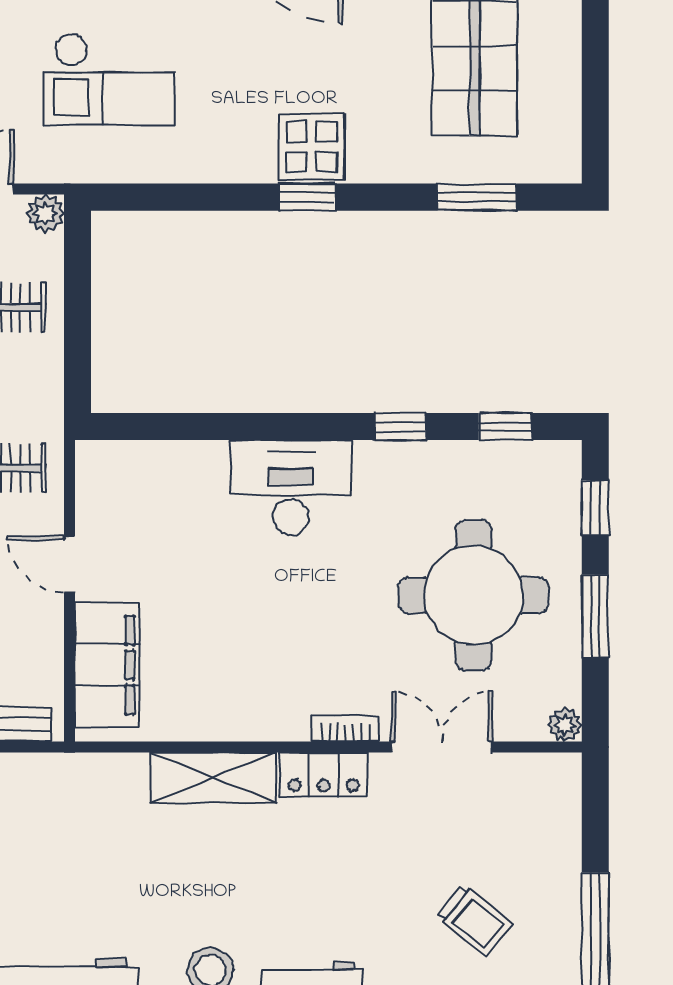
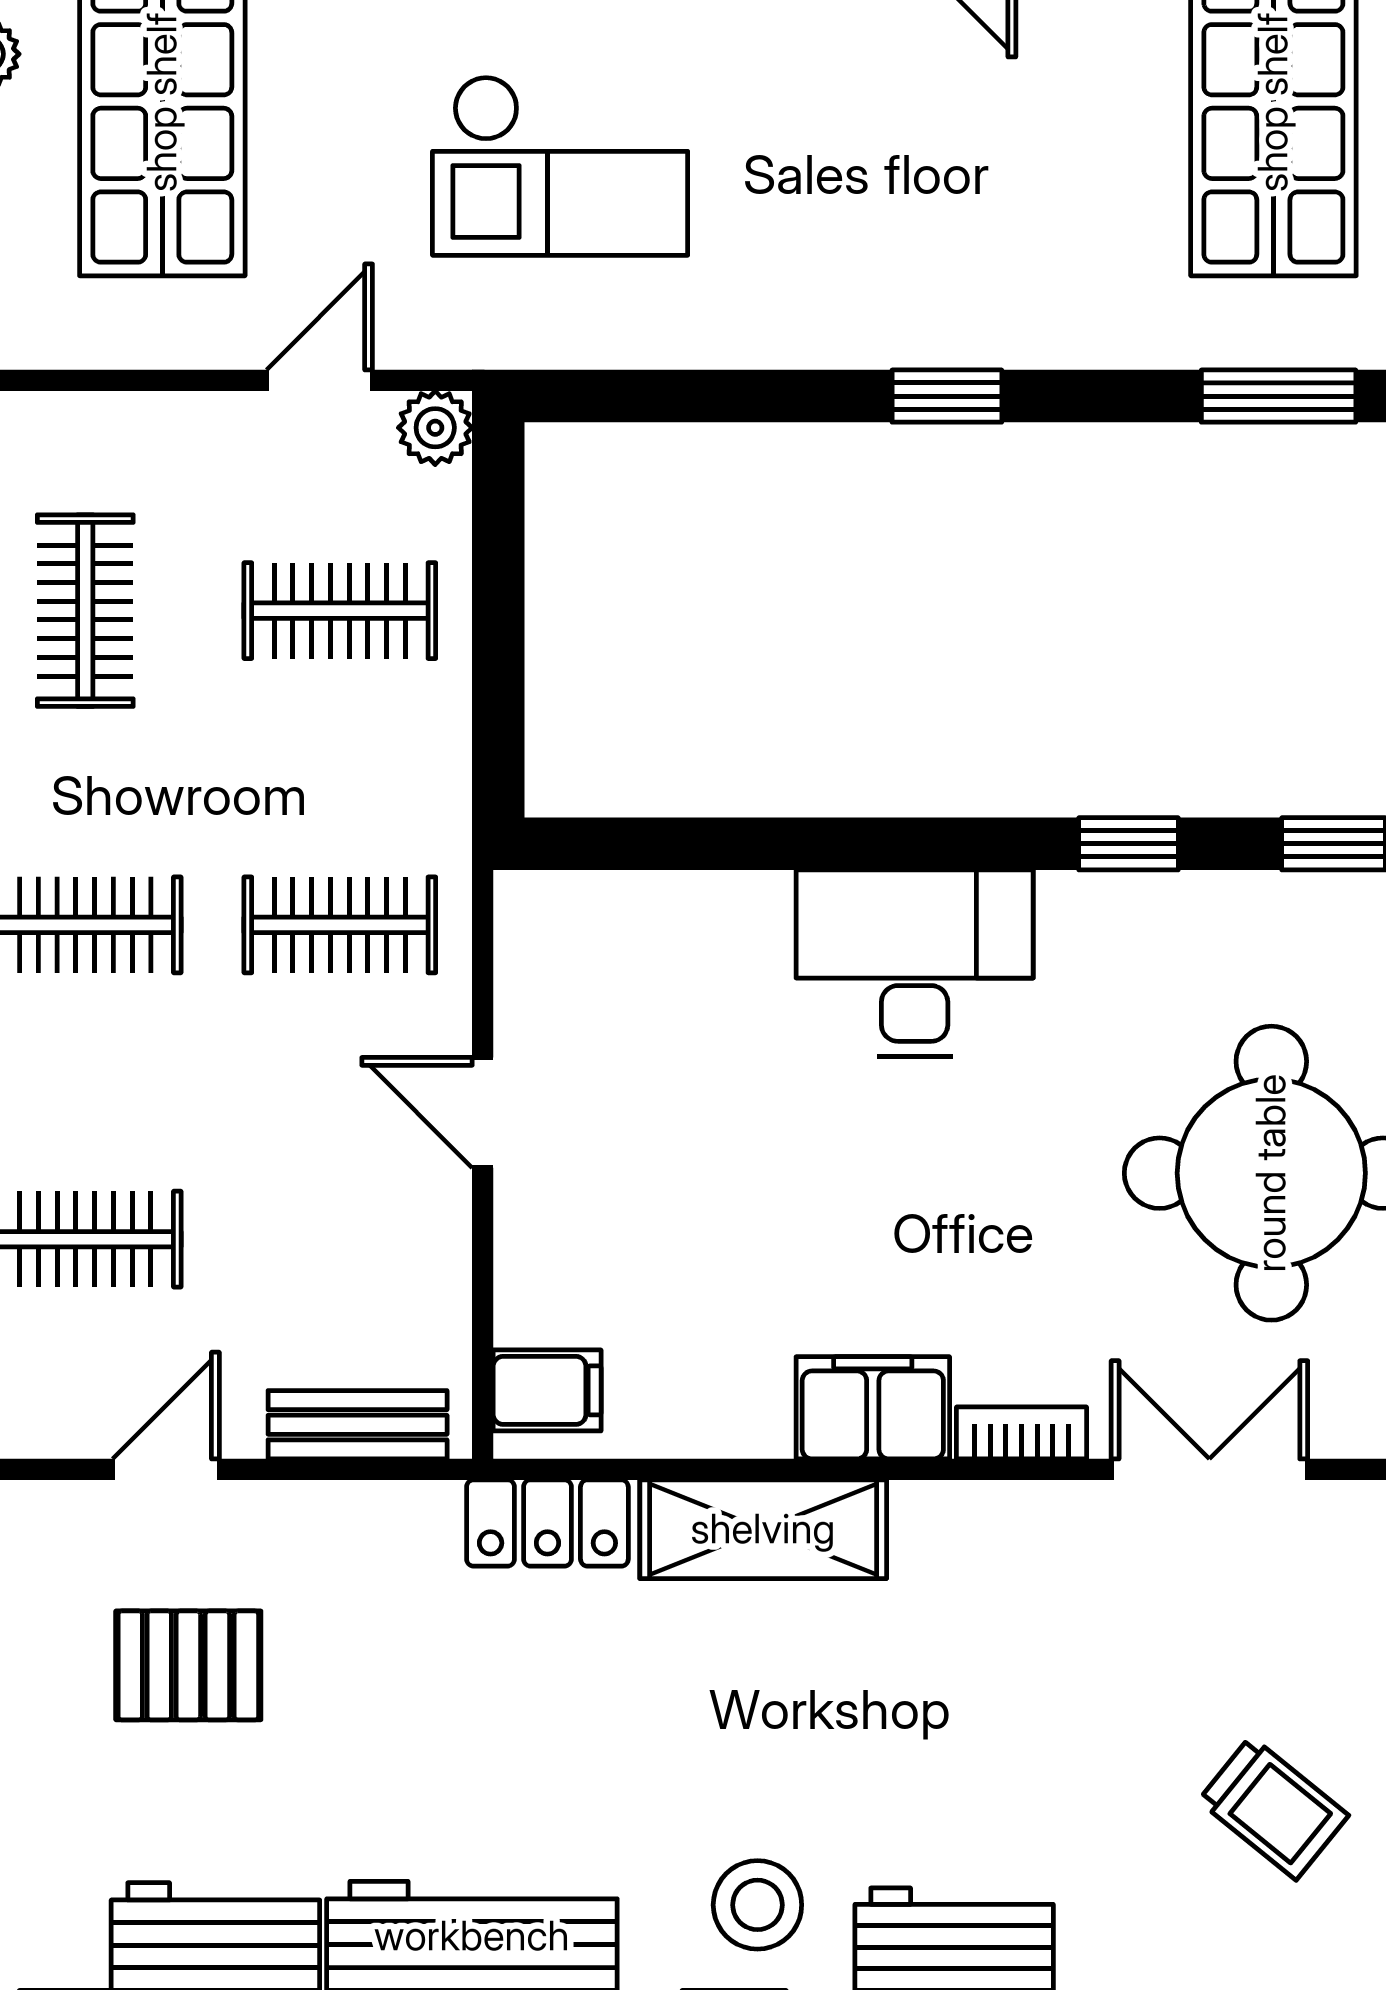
display table: (311, 147) -> (955, 297), removed
filing cabinet: (107, 665) -> (547, 1390), width x0.33, depth x0.86
filing cabinet: (269, 715) -> (873, 1408), added
locker: (324, 774) -> (547, 1523), moved

